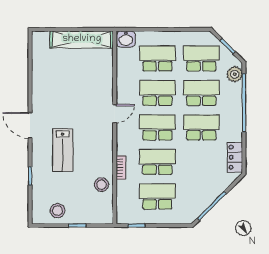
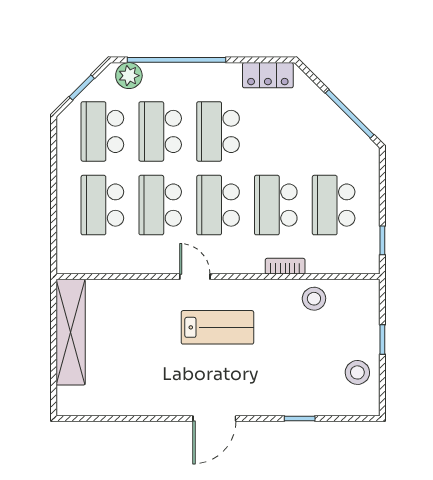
washbasin: (126, 39) -> (70, 258), removed
lab bench: (63, 150) -> (217, 327), moved

